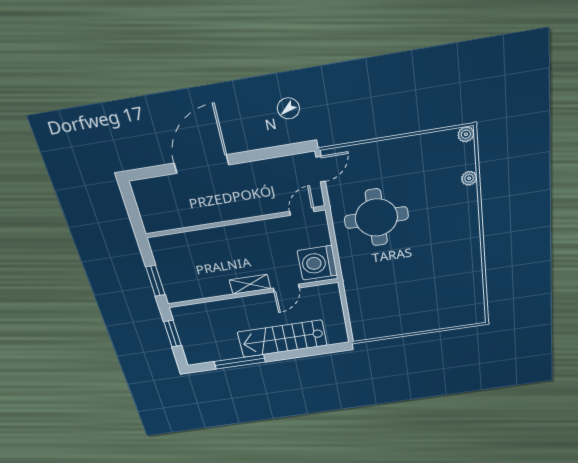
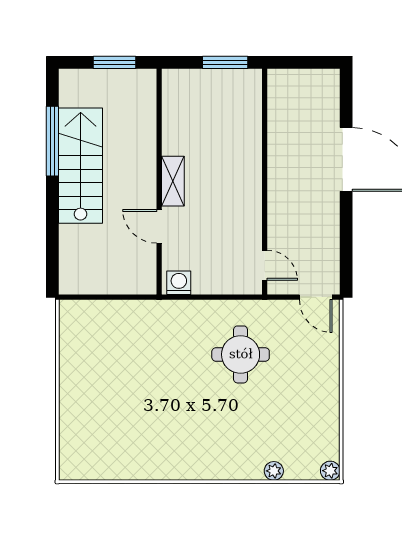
round table: (376, 218) -> (241, 354), width x0.73, depth x0.73
washing machine: (317, 263) -> (179, 283), width x0.53, depth x0.53
window: (155, 281) -> (225, 62), moved
stairs: (282, 339) -> (81, 166), moved

